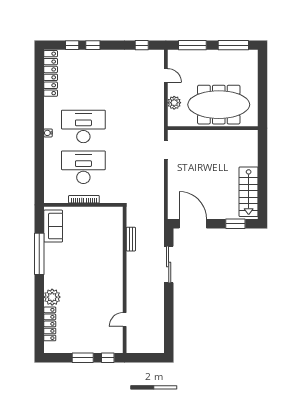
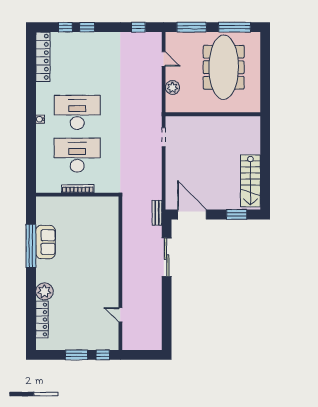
meeting table: (219, 105) -> (224, 67), moved, turned 90
sofa: (53, 226) -> (45, 242), moved
bench: (131, 239) -> (157, 213), moved
door: (125, 319) -> (120, 315), hinge flipped

